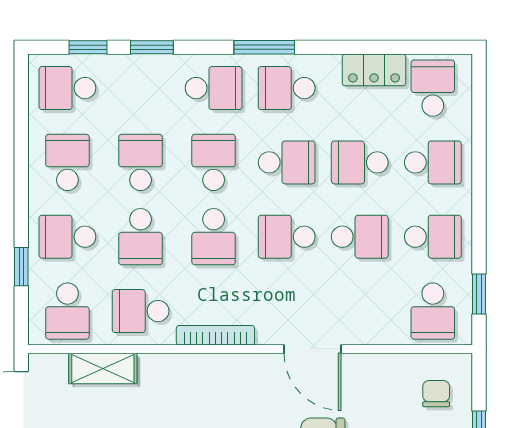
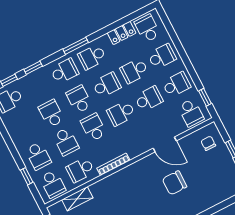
school desk: (67, 162) -> (24, 128), removed
school desk: (67, 237) -> (38, 156), turned -90
school desk: (214, 237) -> (93, 127), turned 180
door: (312, 349) -> (165, 145), moved

